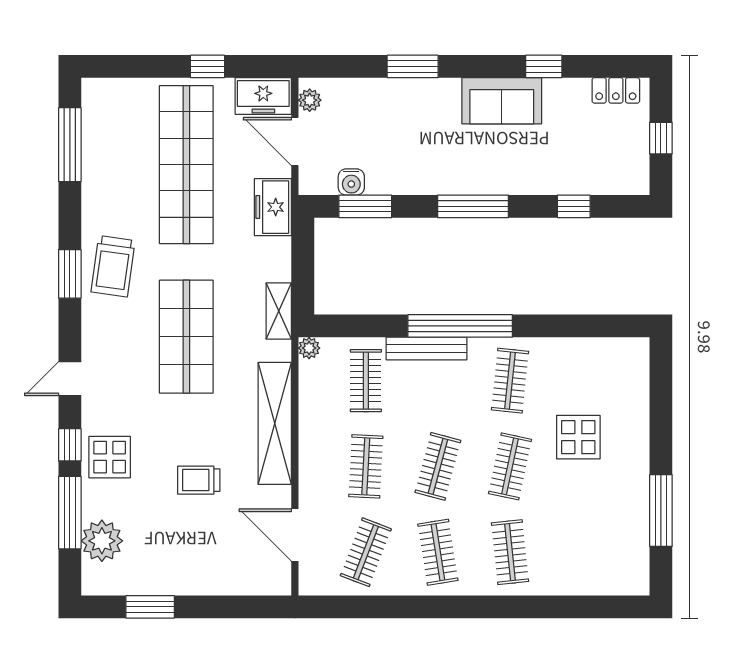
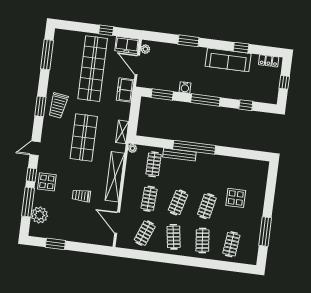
sofa: (502, 101) -> (228, 60), width x1.36
water cooler: (351, 182) -> (185, 87), moved
clothes rail: (510, 381) -> (231, 244), moved

